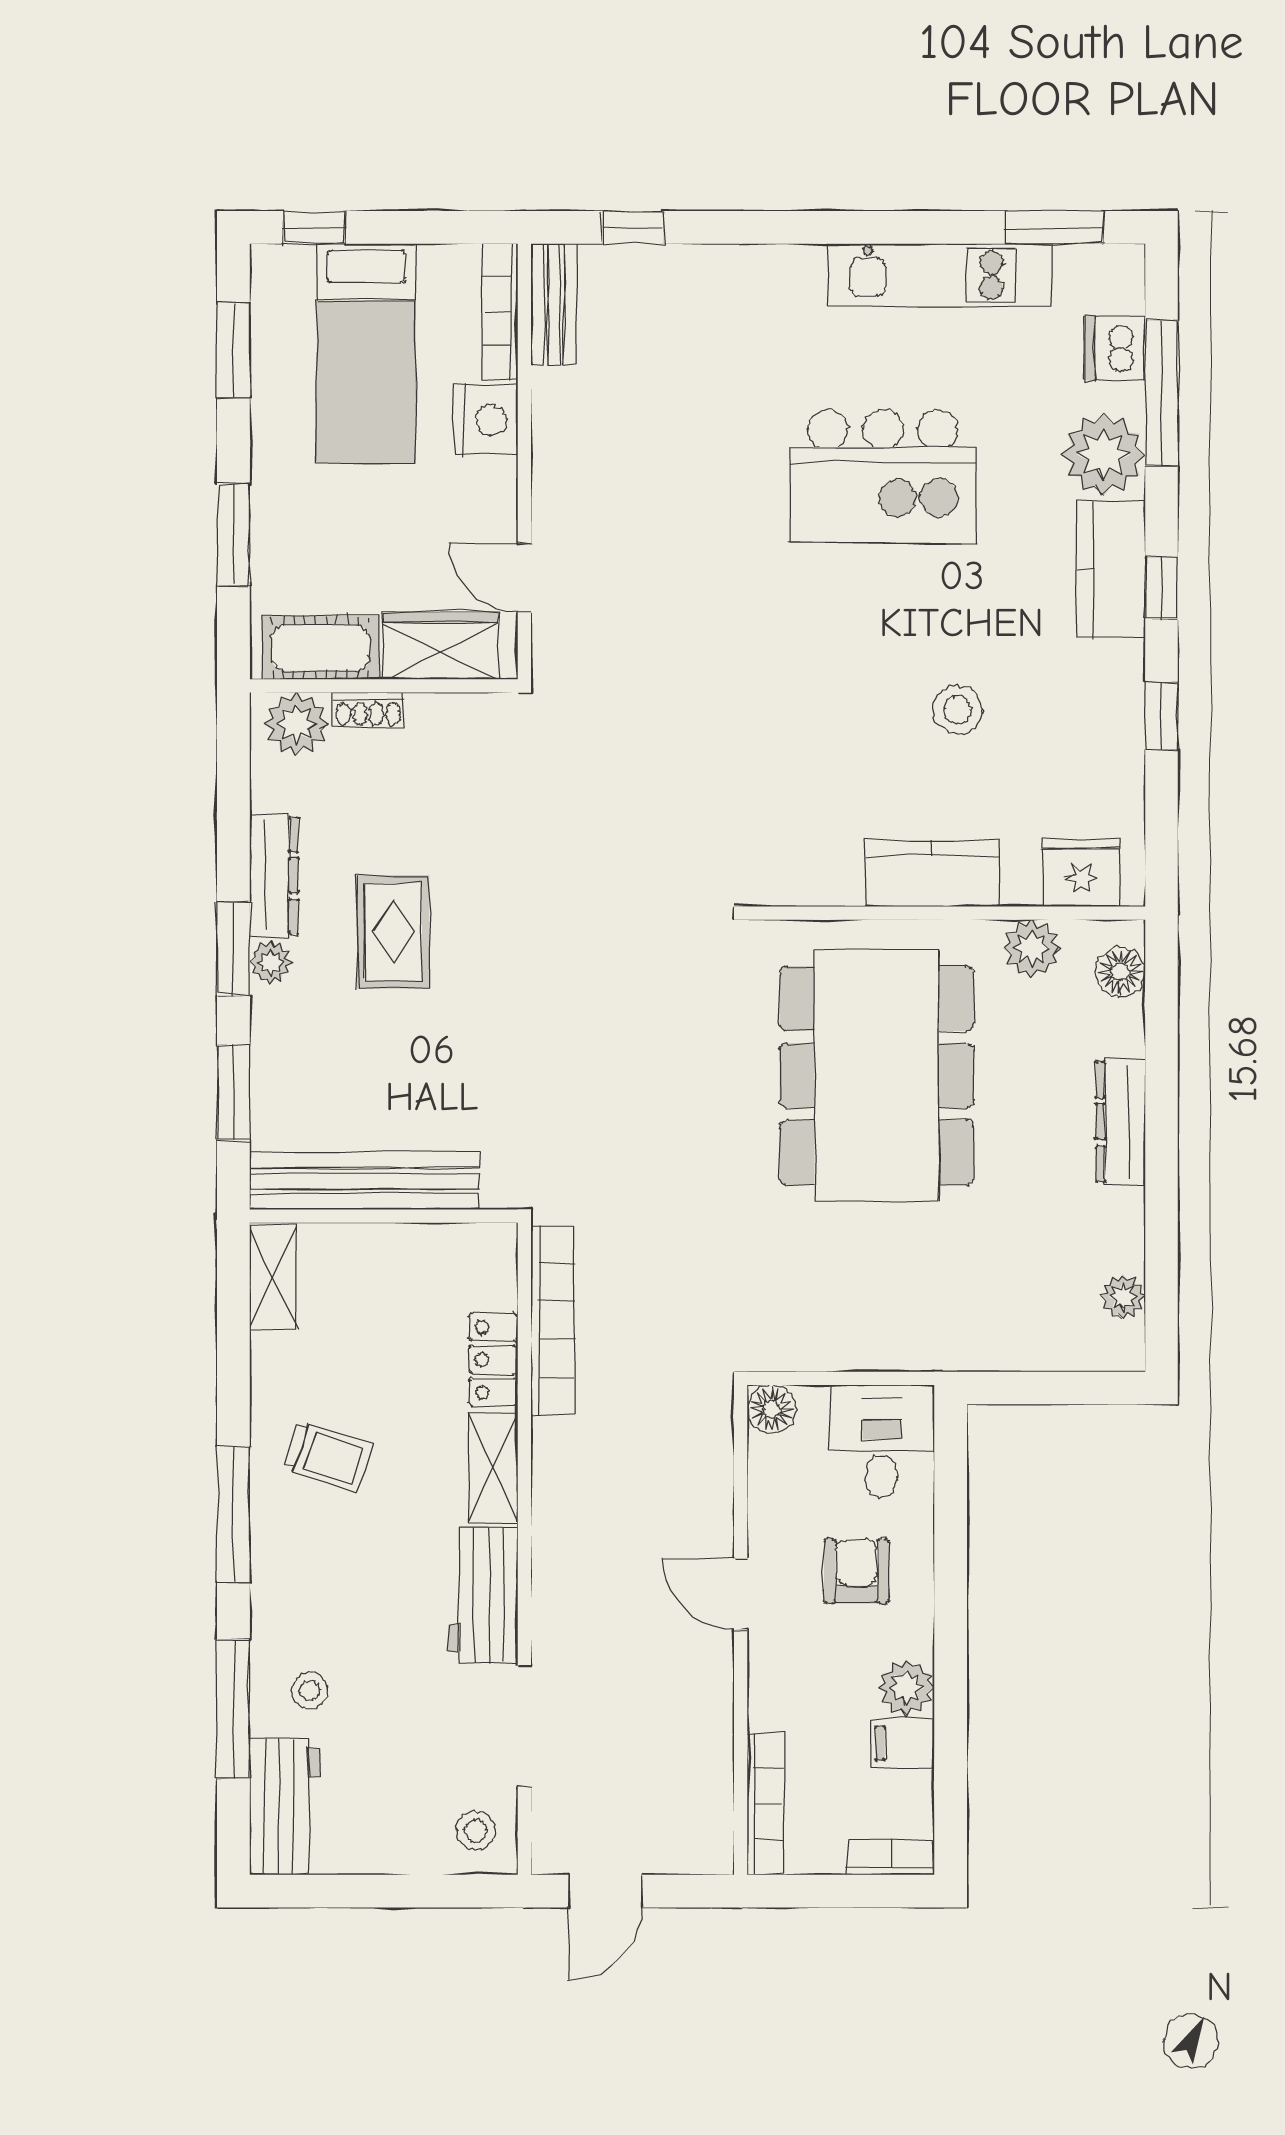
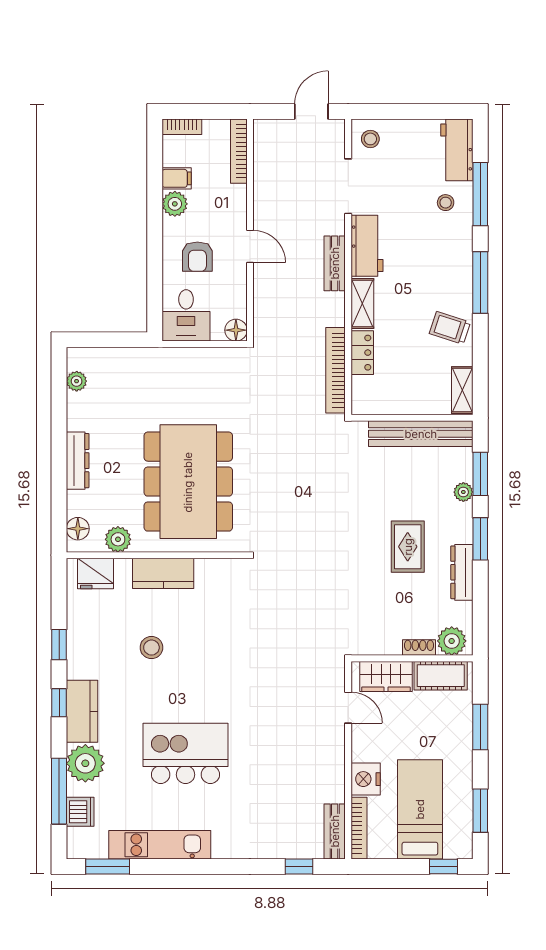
plant: (271, 963) -> (463, 492), moved
trolley: (328, 1457) -> (450, 328), moved
bench: (554, 1556) -> (335, 263), added

